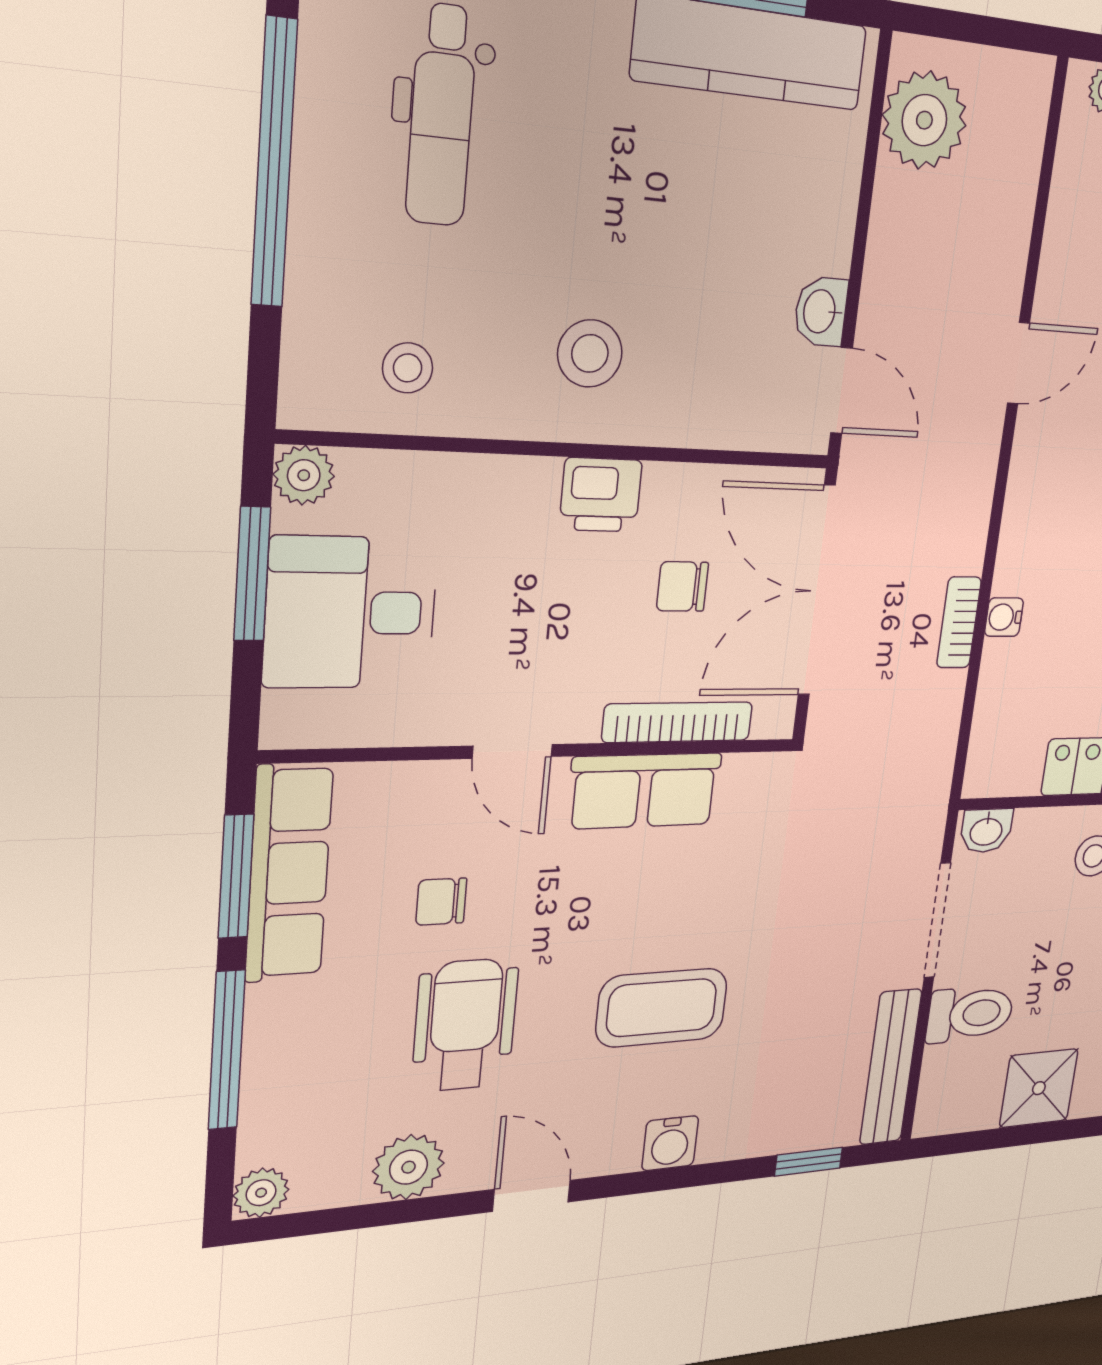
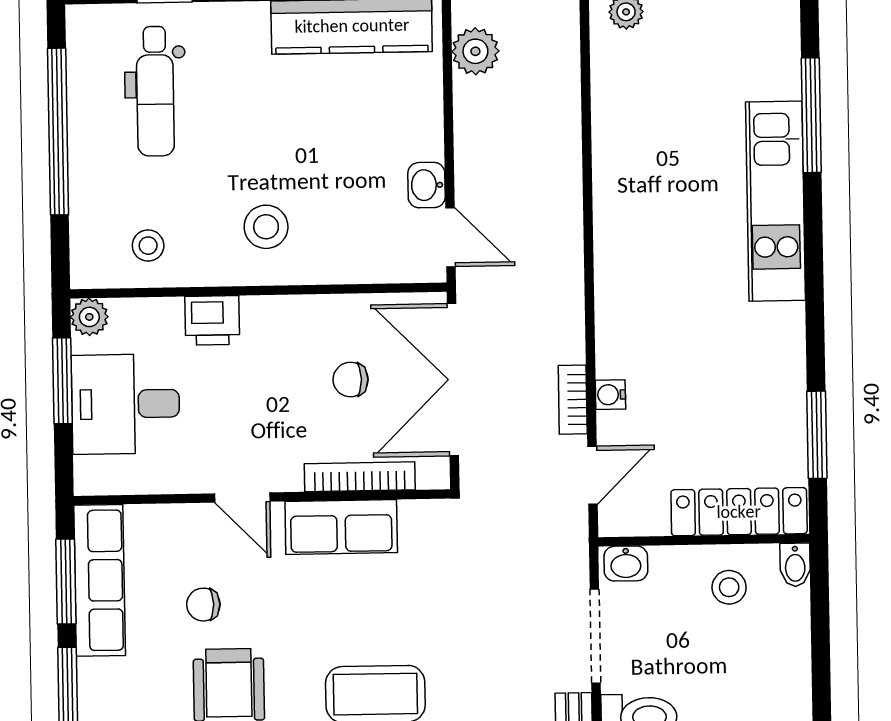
plant: (924, 120) -> (475, 51), width x0.73, depth x0.73
door: (1018, 363) -> (592, 475), moved
printer: (601, 495) -> (212, 320), moved

